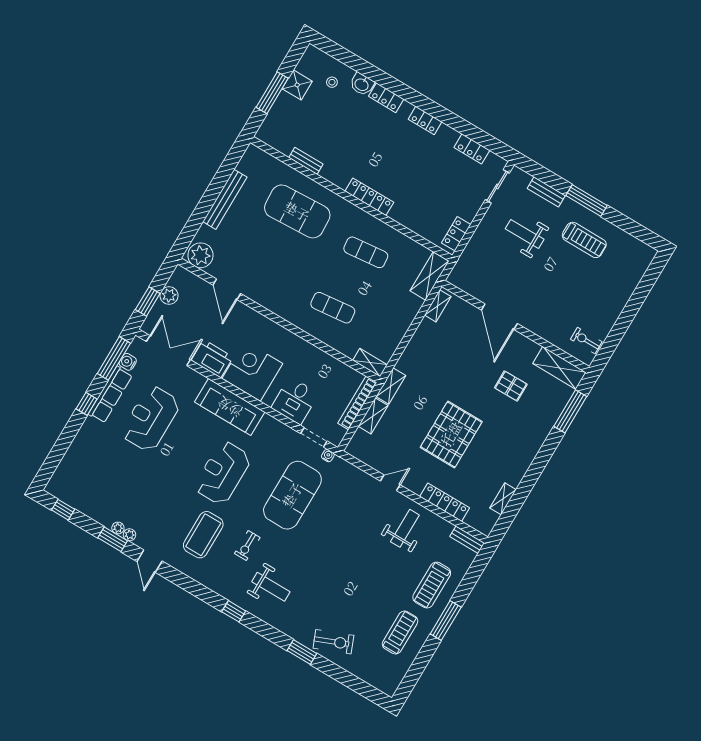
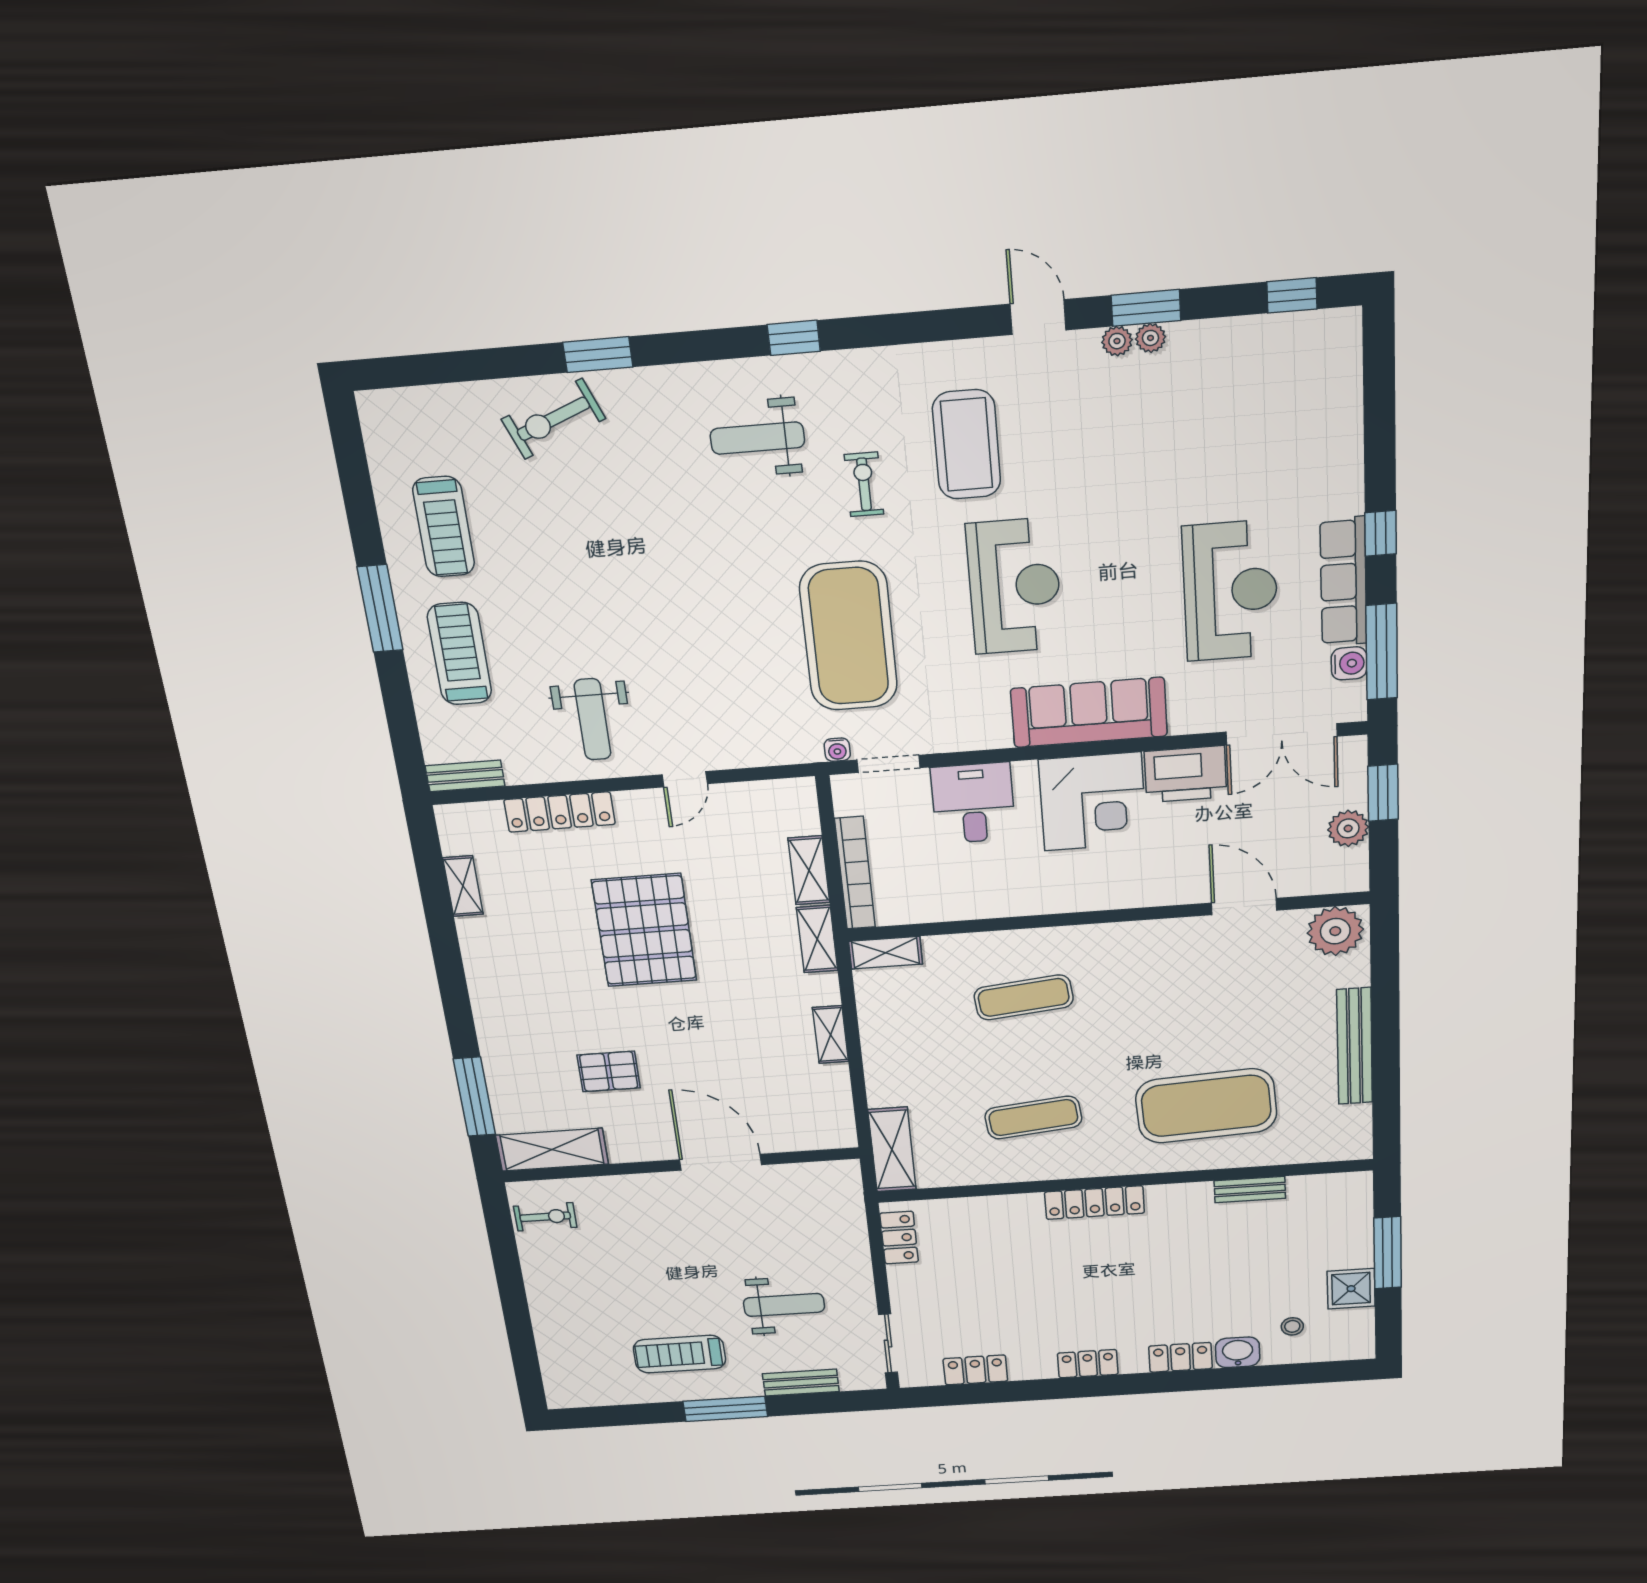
shelving: (438, 306) -> (830, 1035), moved

